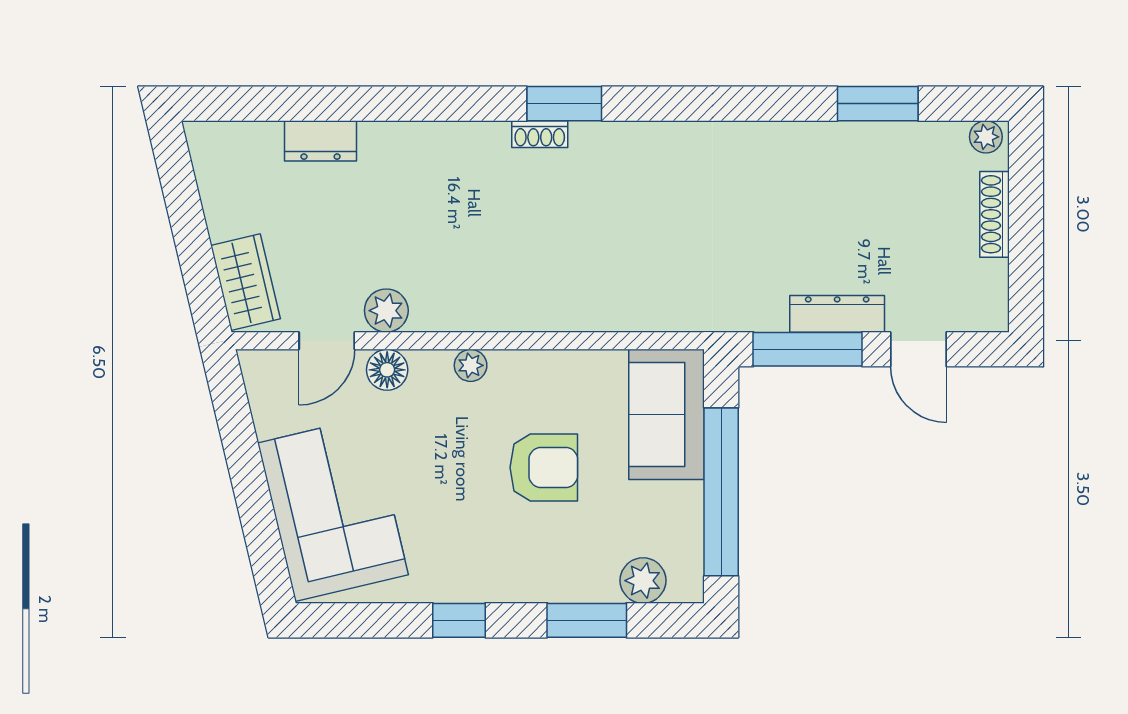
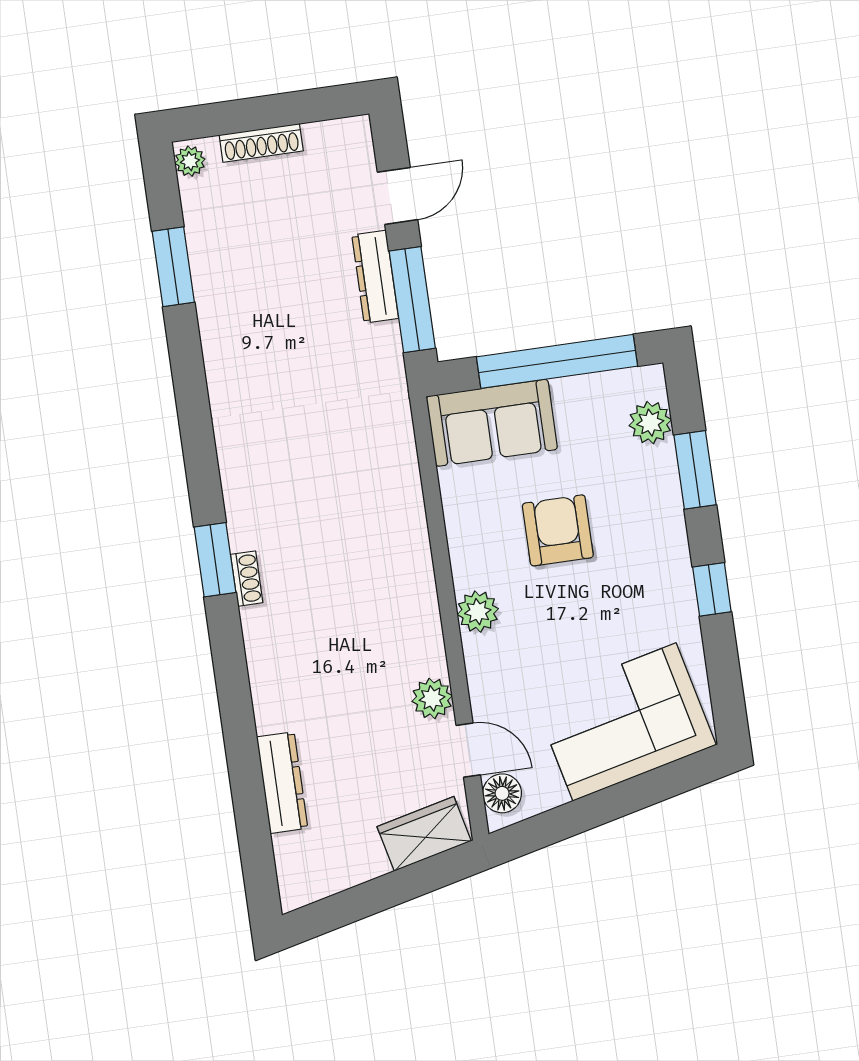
dresser: (321, 141) -> (282, 783), width x1.44
plant: (471, 365) -> (478, 612), width x1.38, depth x1.38
floor lamp: (387, 370) -> (502, 793), moved

